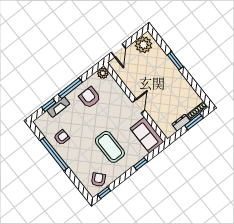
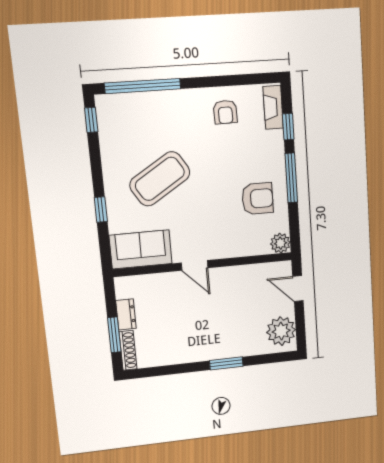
fireplace: (58, 107) -> (273, 107), moved
coffee table: (110, 147) -> (160, 179), turned -32
window: (54, 154) -> (143, 86), moved
armchair: (98, 180) -> (119, 125), removed

